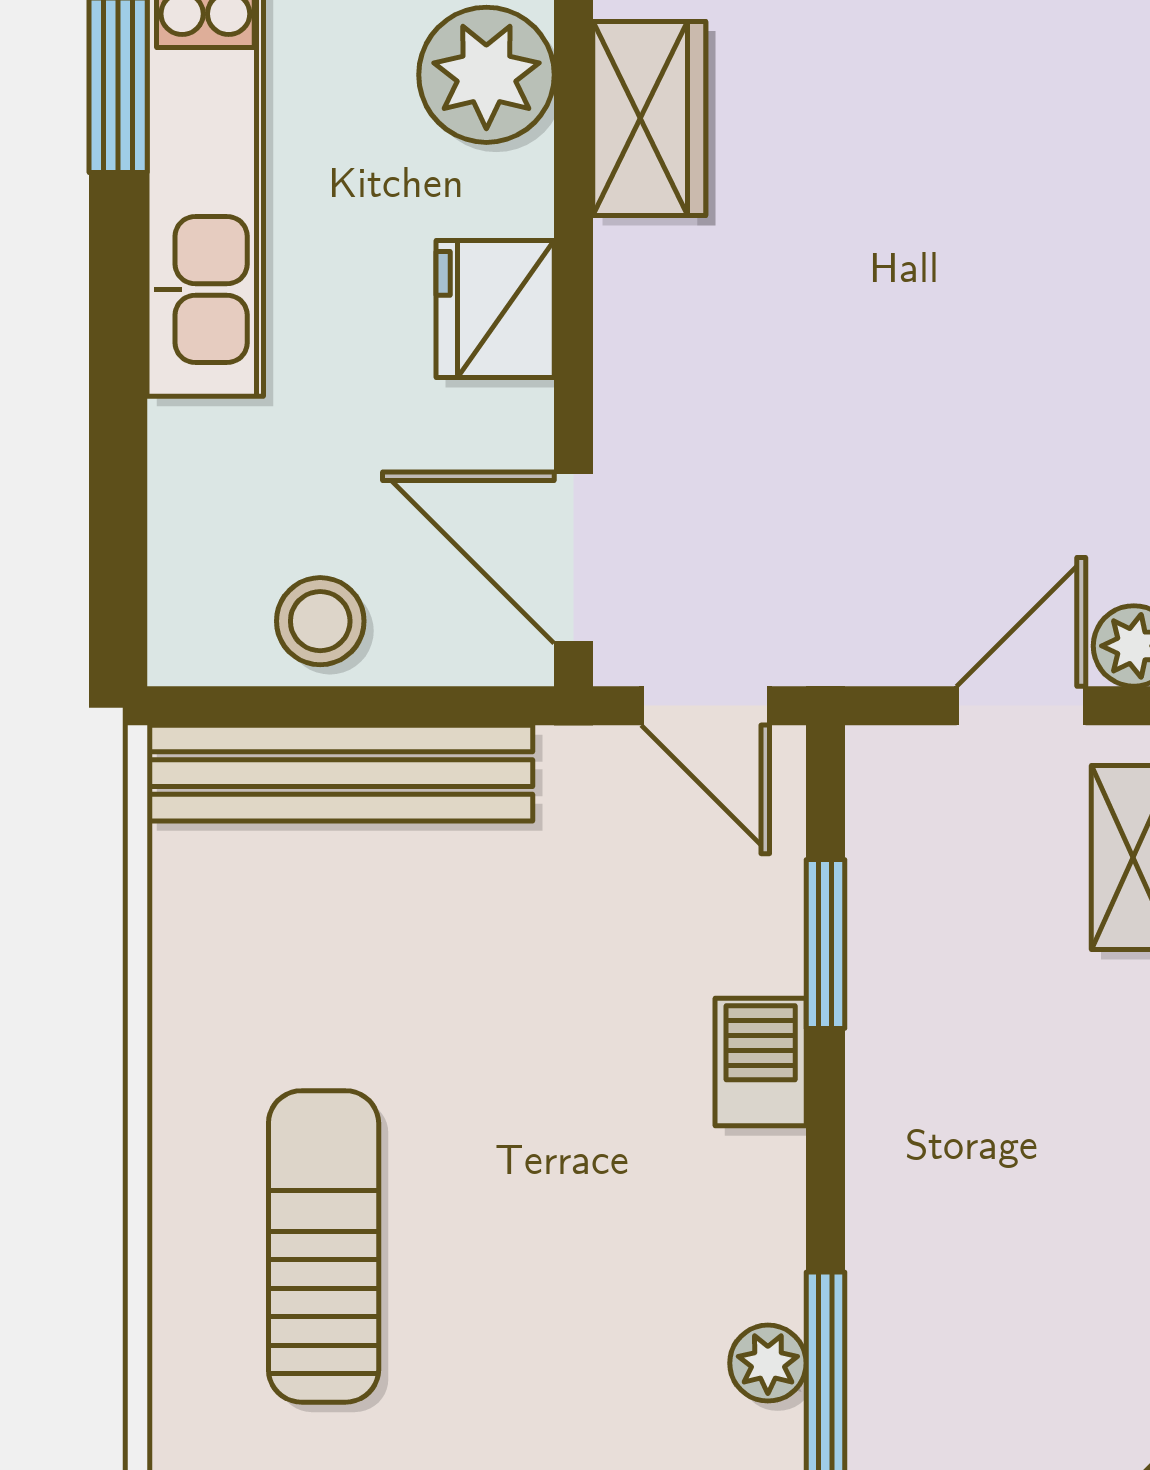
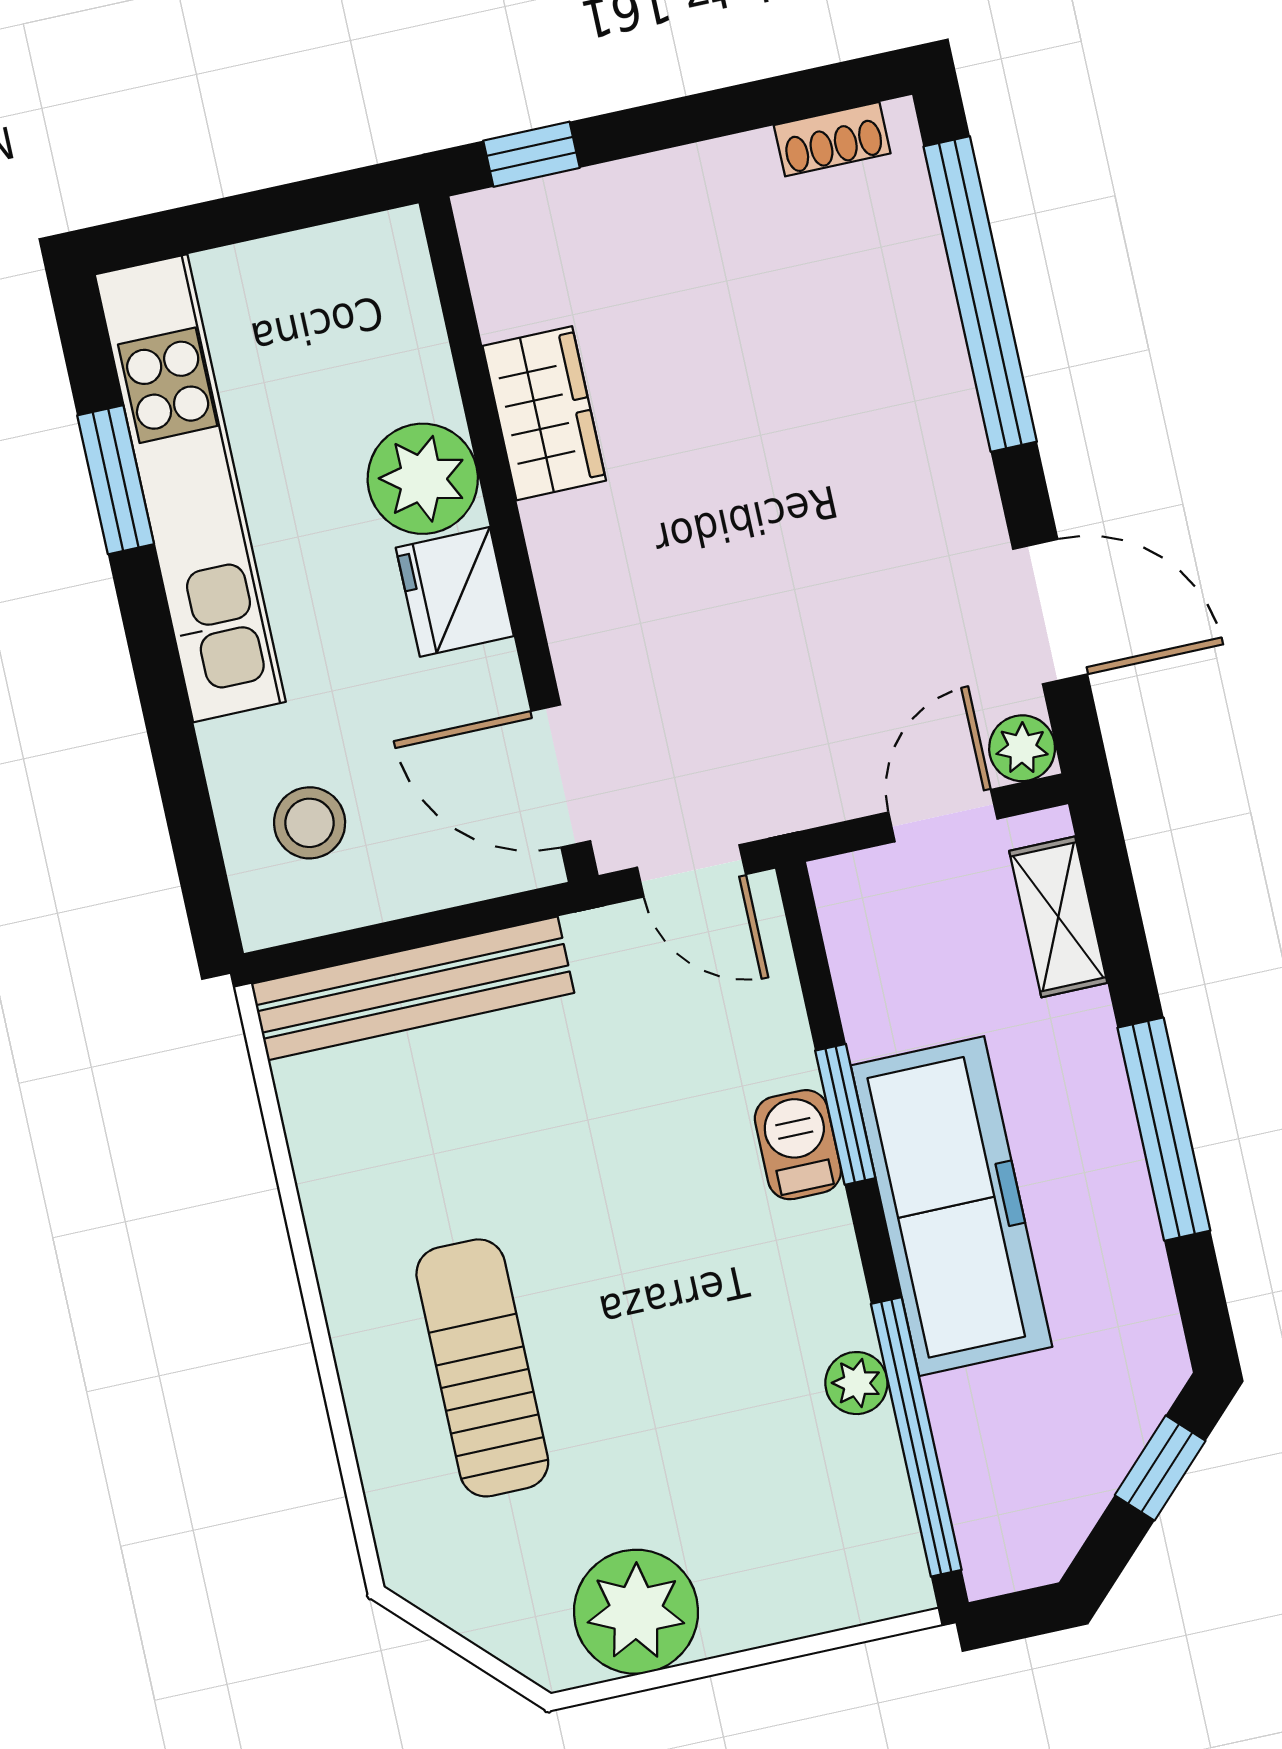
plant: (486, 75) -> (423, 479), moved
stool: (320, 621) -> (310, 823), moved
window: (825, 944) -> (845, 1114), moved
freezer: (929, 1176) -> (952, 1206), added

